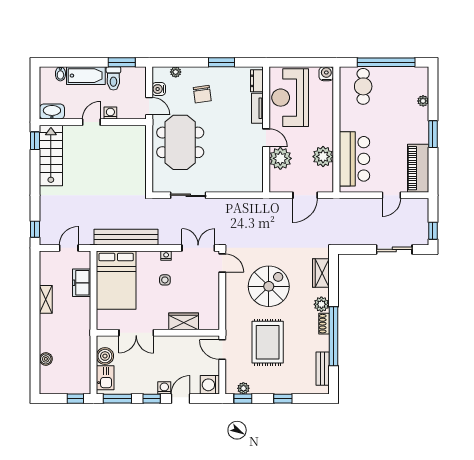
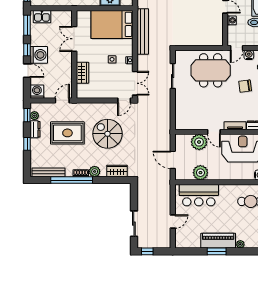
door: (266, 138) -> (214, 132), hinge flipped
piano: (418, 168) -> (218, 241), moved
door: (391, 195) -> (173, 222), swing flipped
spiral stairs: (269, 286) -> (107, 134), turned 180
boiler: (105, 356) -> (58, 16), removed
bench: (323, 369) -> (49, 172), width x1.36
dresser: (263, 387) -> (35, 129), added
washing machine: (164, 388) -> (39, 55), width x1.89, depth x1.89

